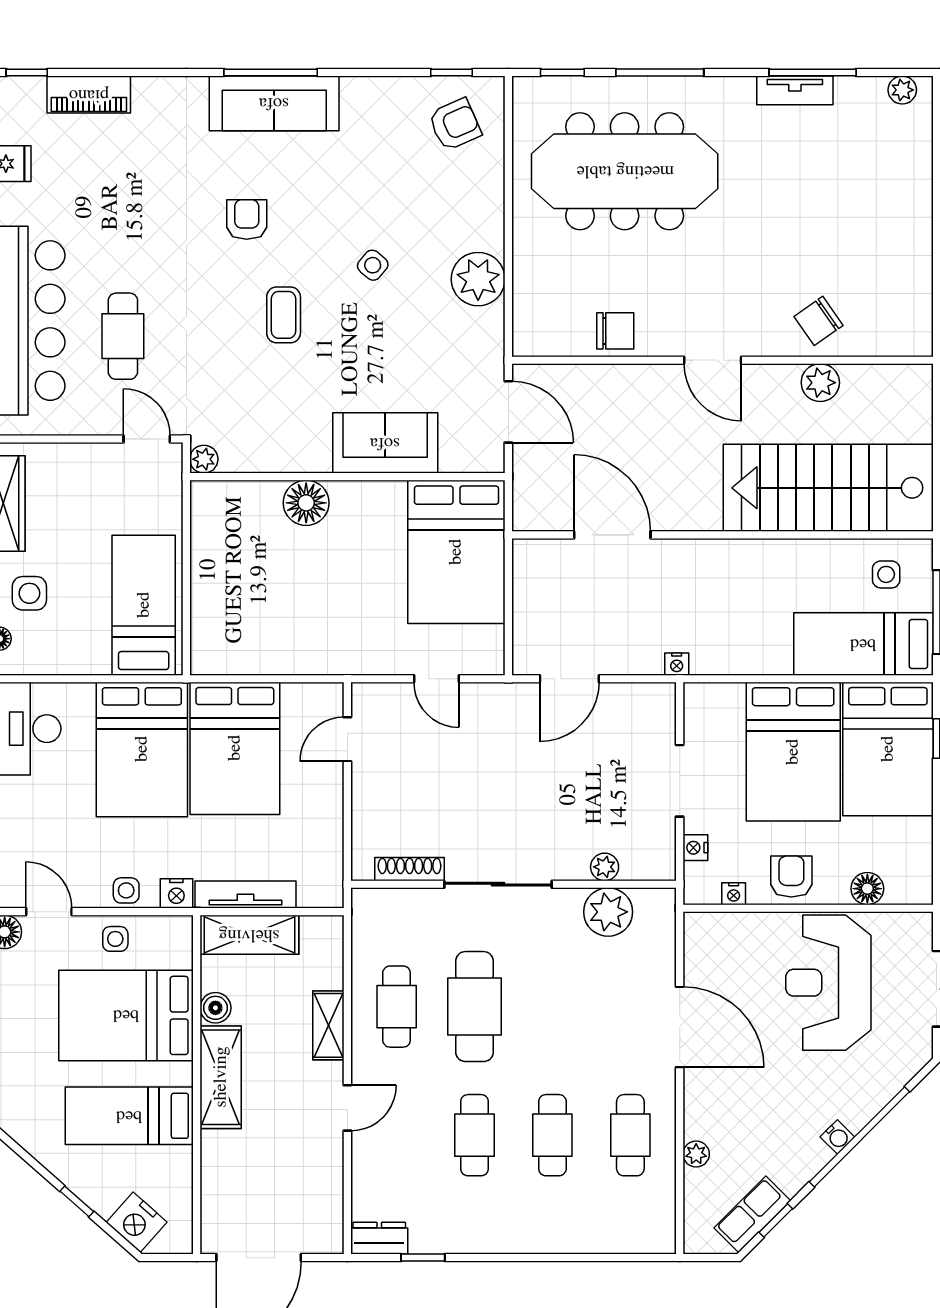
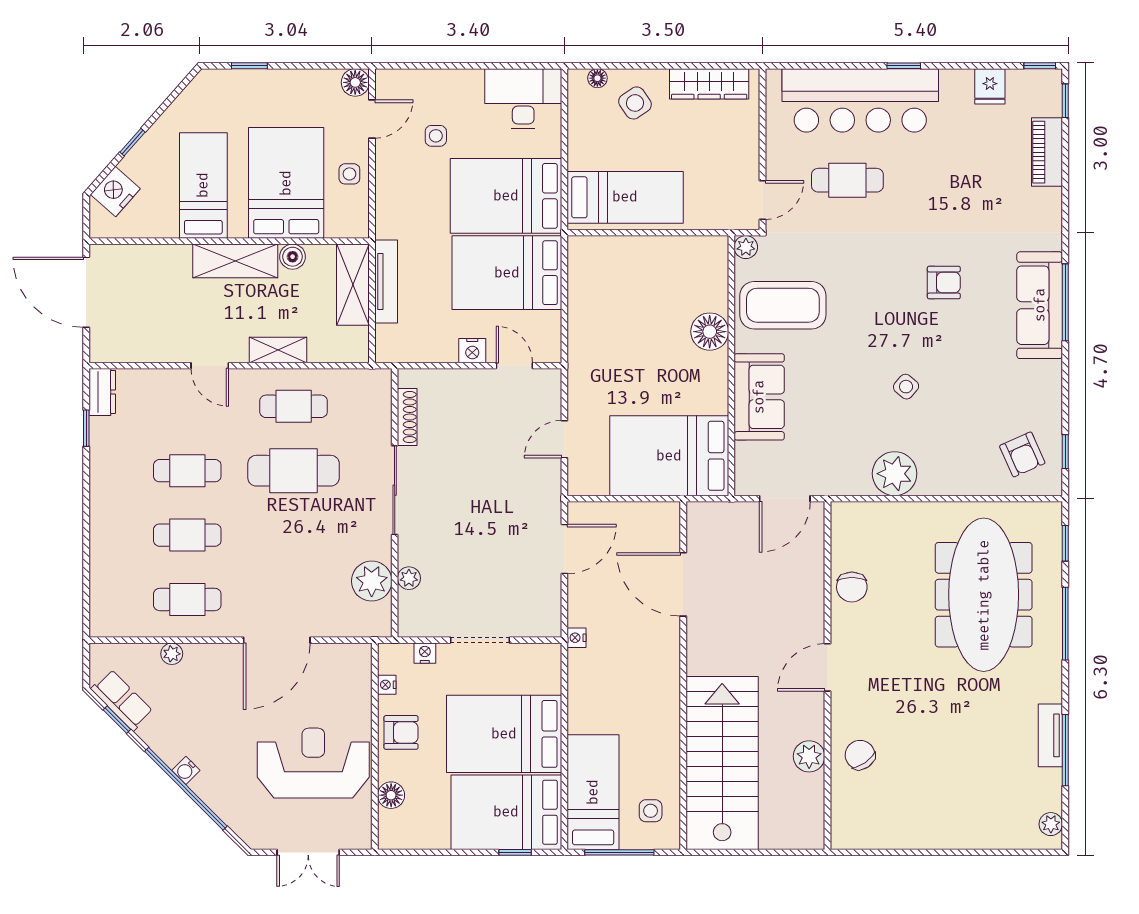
coffee table: (284, 315) -> (783, 305), moved, width x1.86, depth x1.72
door: (612, 535) -> (683, 584), swing flipped
side table: (29, 593) -> (635, 103), turned -34
door: (569, 679) -> (564, 549), swing flipped
side table: (126, 890) -> (436, 136), moved
nightstand: (176, 893) -> (472, 351), moved, turned -90

